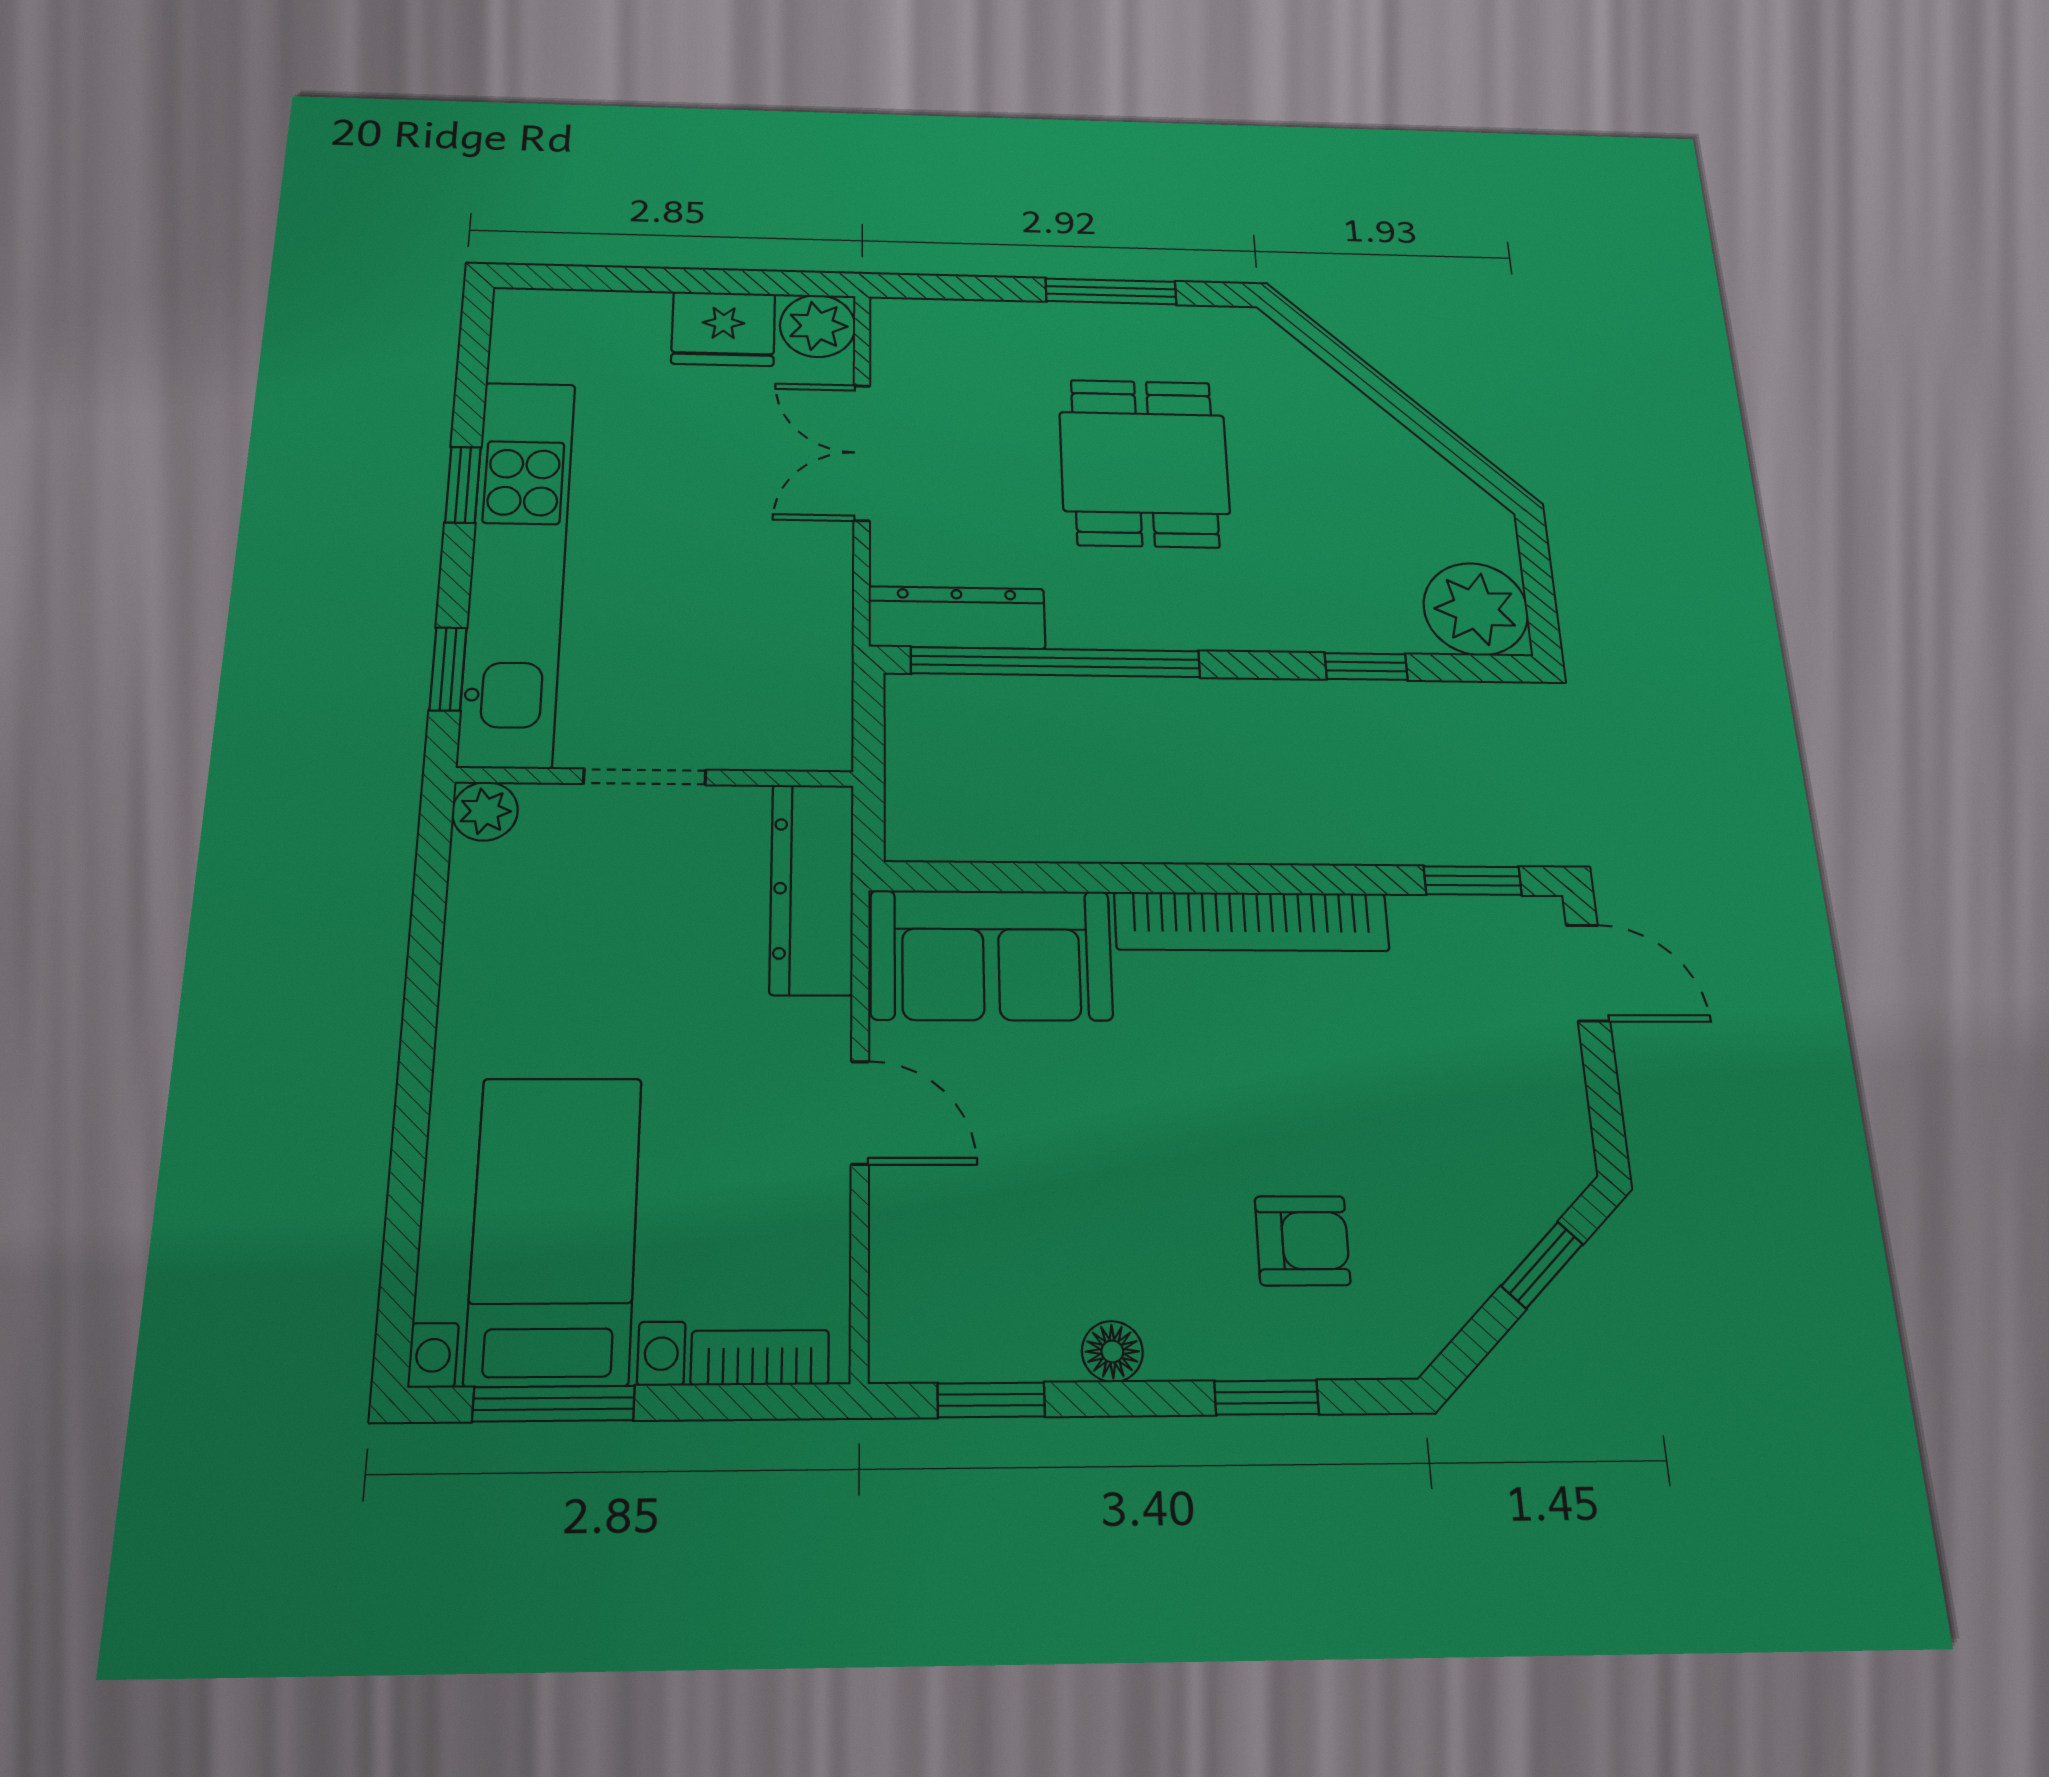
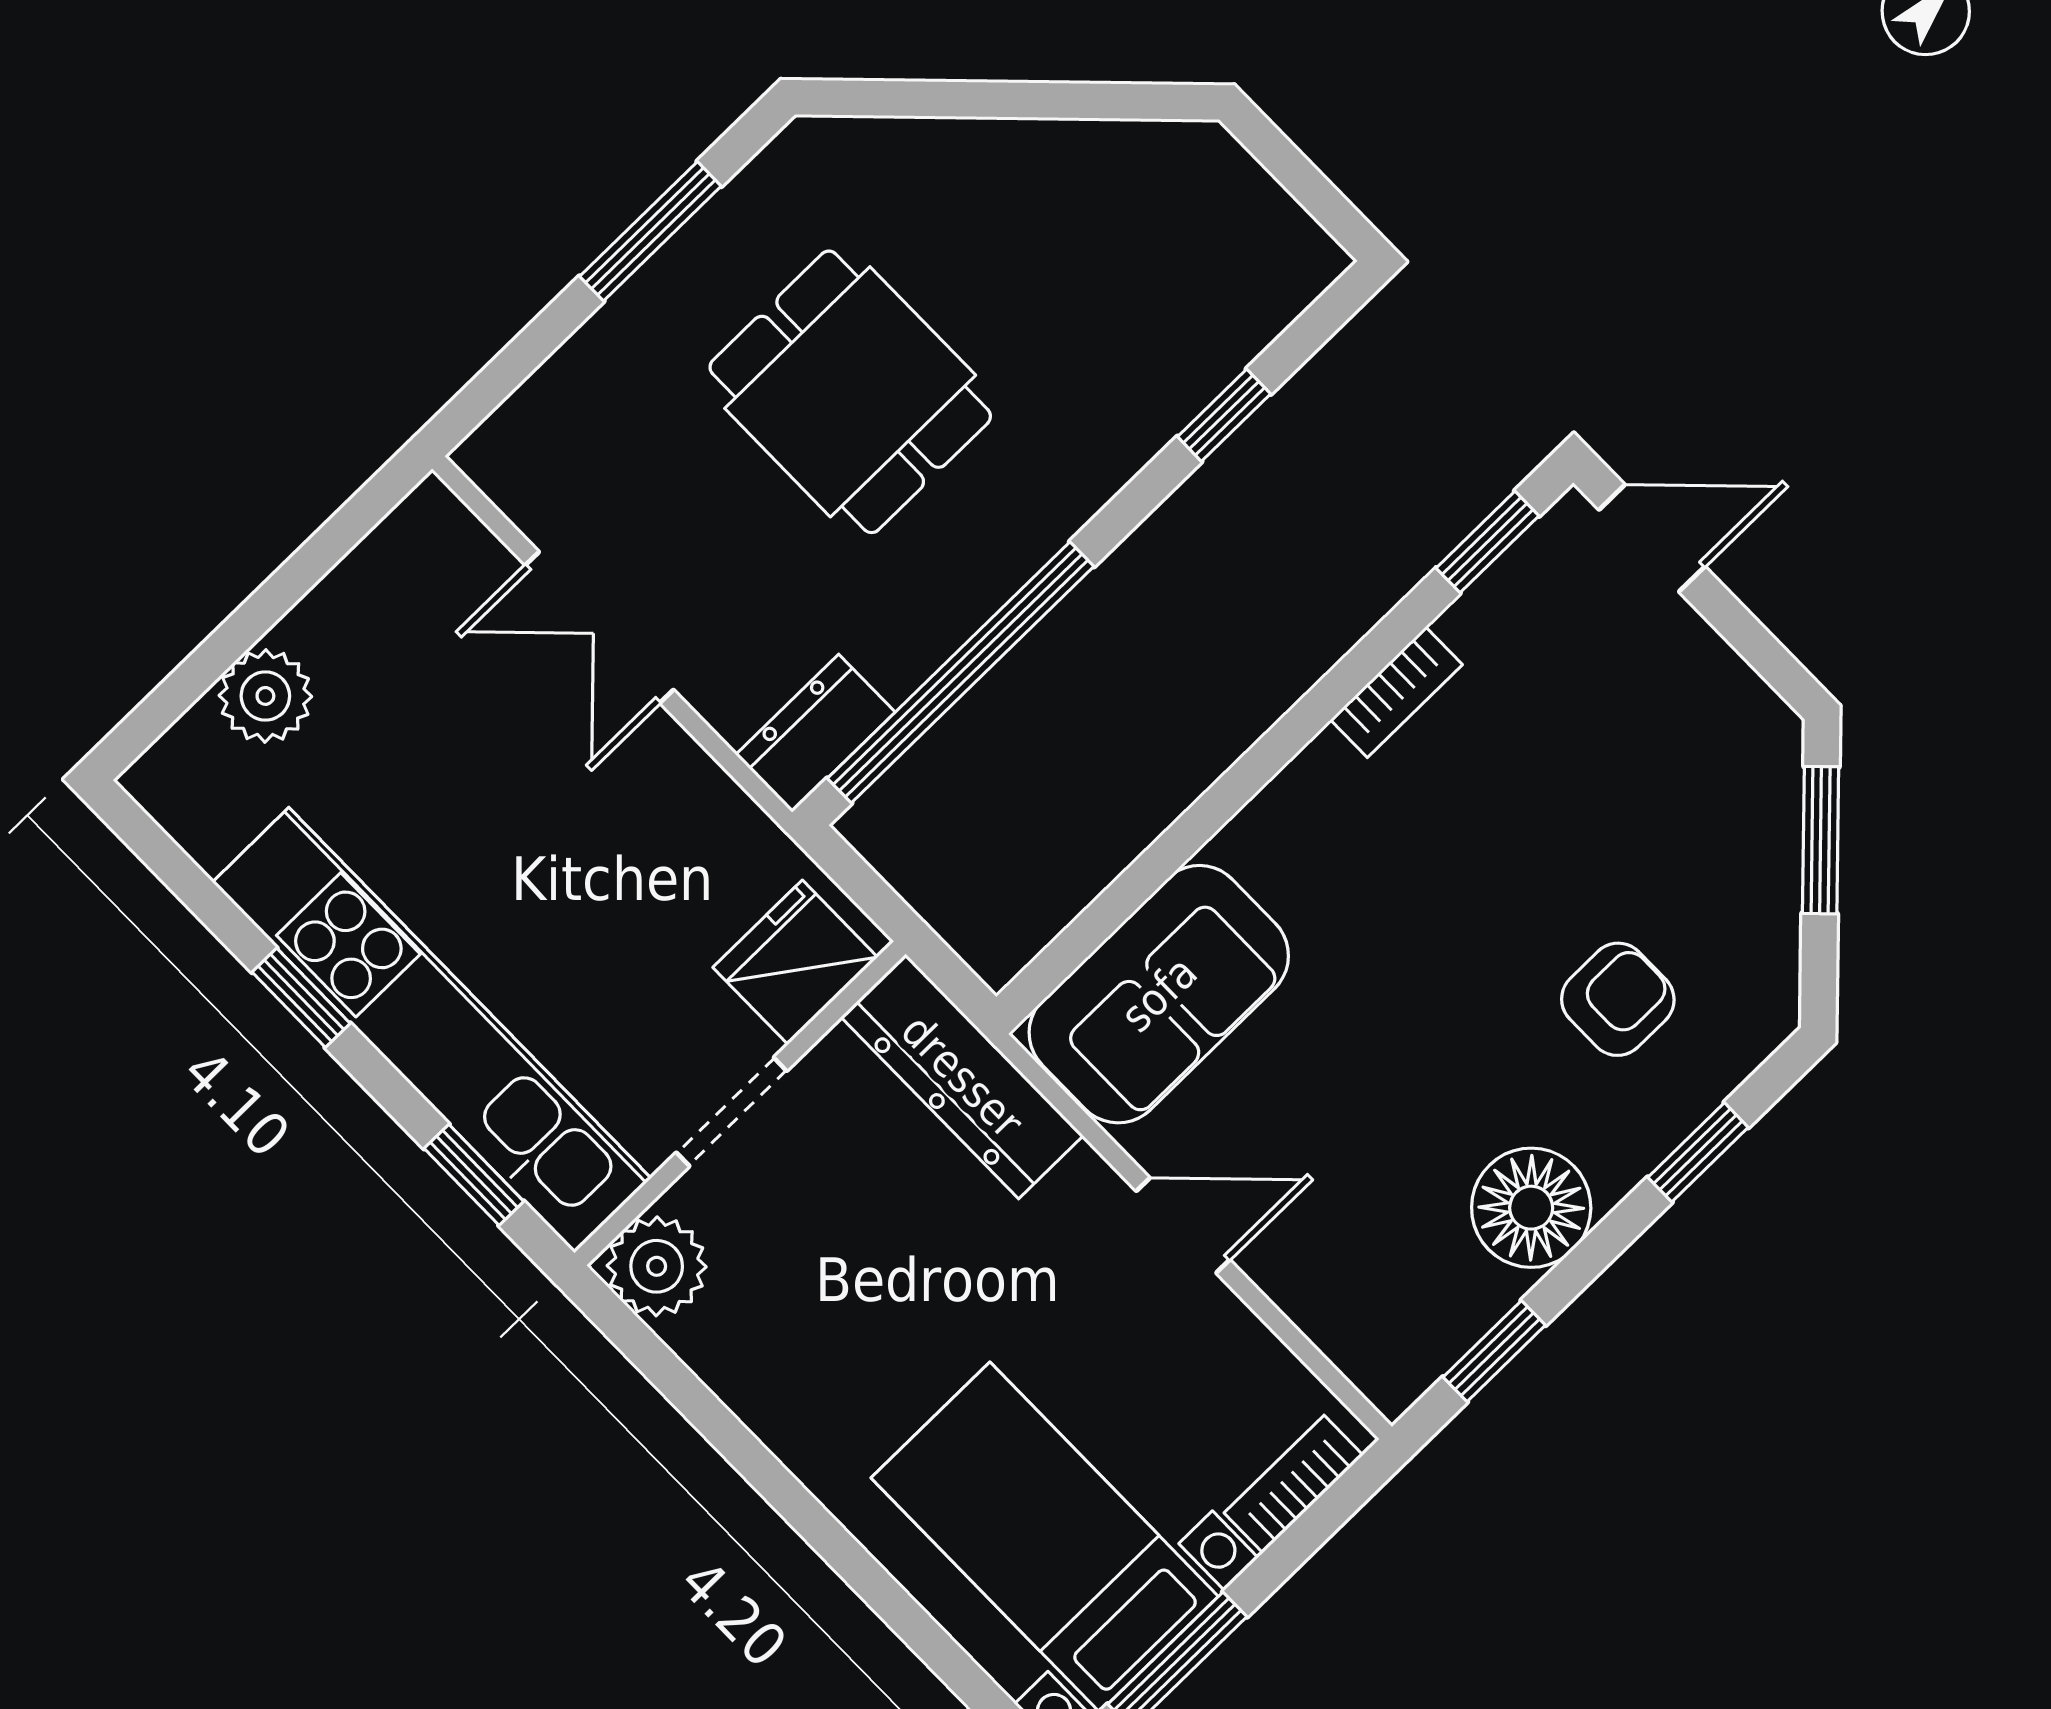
plant: (818, 326) -> (265, 696), moved
fridge: (723, 329) -> (795, 962), moved, turned 180
plant: (1476, 609) -> (1268, 260), removed
dresser: (957, 618) -> (815, 733), width x0.70
plant: (485, 811) -> (657, 1266), width x1.38, depth x1.38
bookcase: (1252, 921) -> (1396, 692), width x0.43, depth x0.76
window: (1542, 1265) -> (1821, 840), width x1.50
floor lamp: (1112, 1351) -> (1531, 1208), width x1.89, depth x1.89

